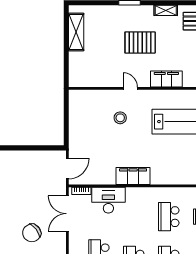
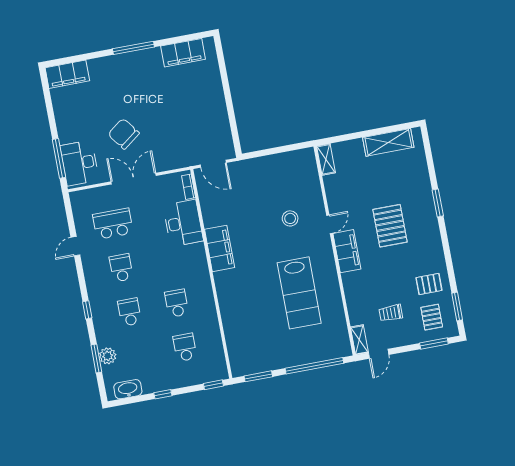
shelving: (166, 10) -> (326, 159), moved
filing cabinet: (166, 79) -> (347, 251), moved
double door: (67, 214) -> (134, 179), moved
school desk: (169, 217) -> (177, 303), width x0.54

